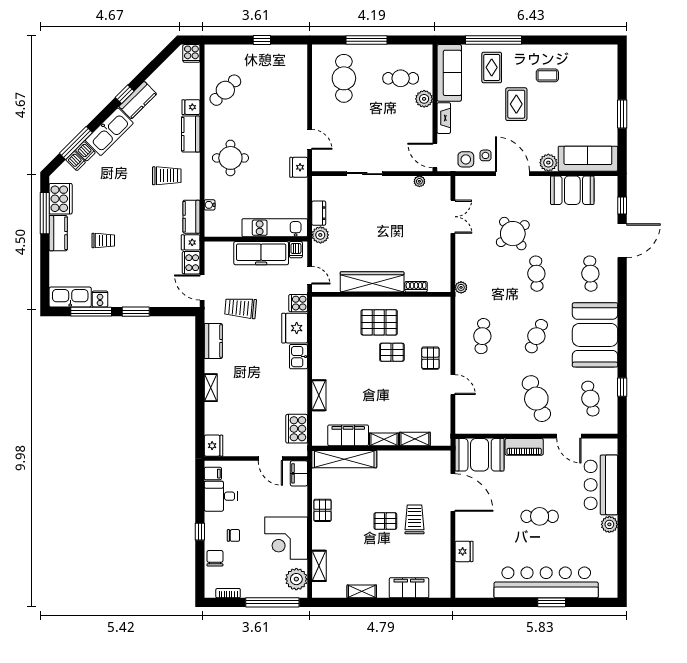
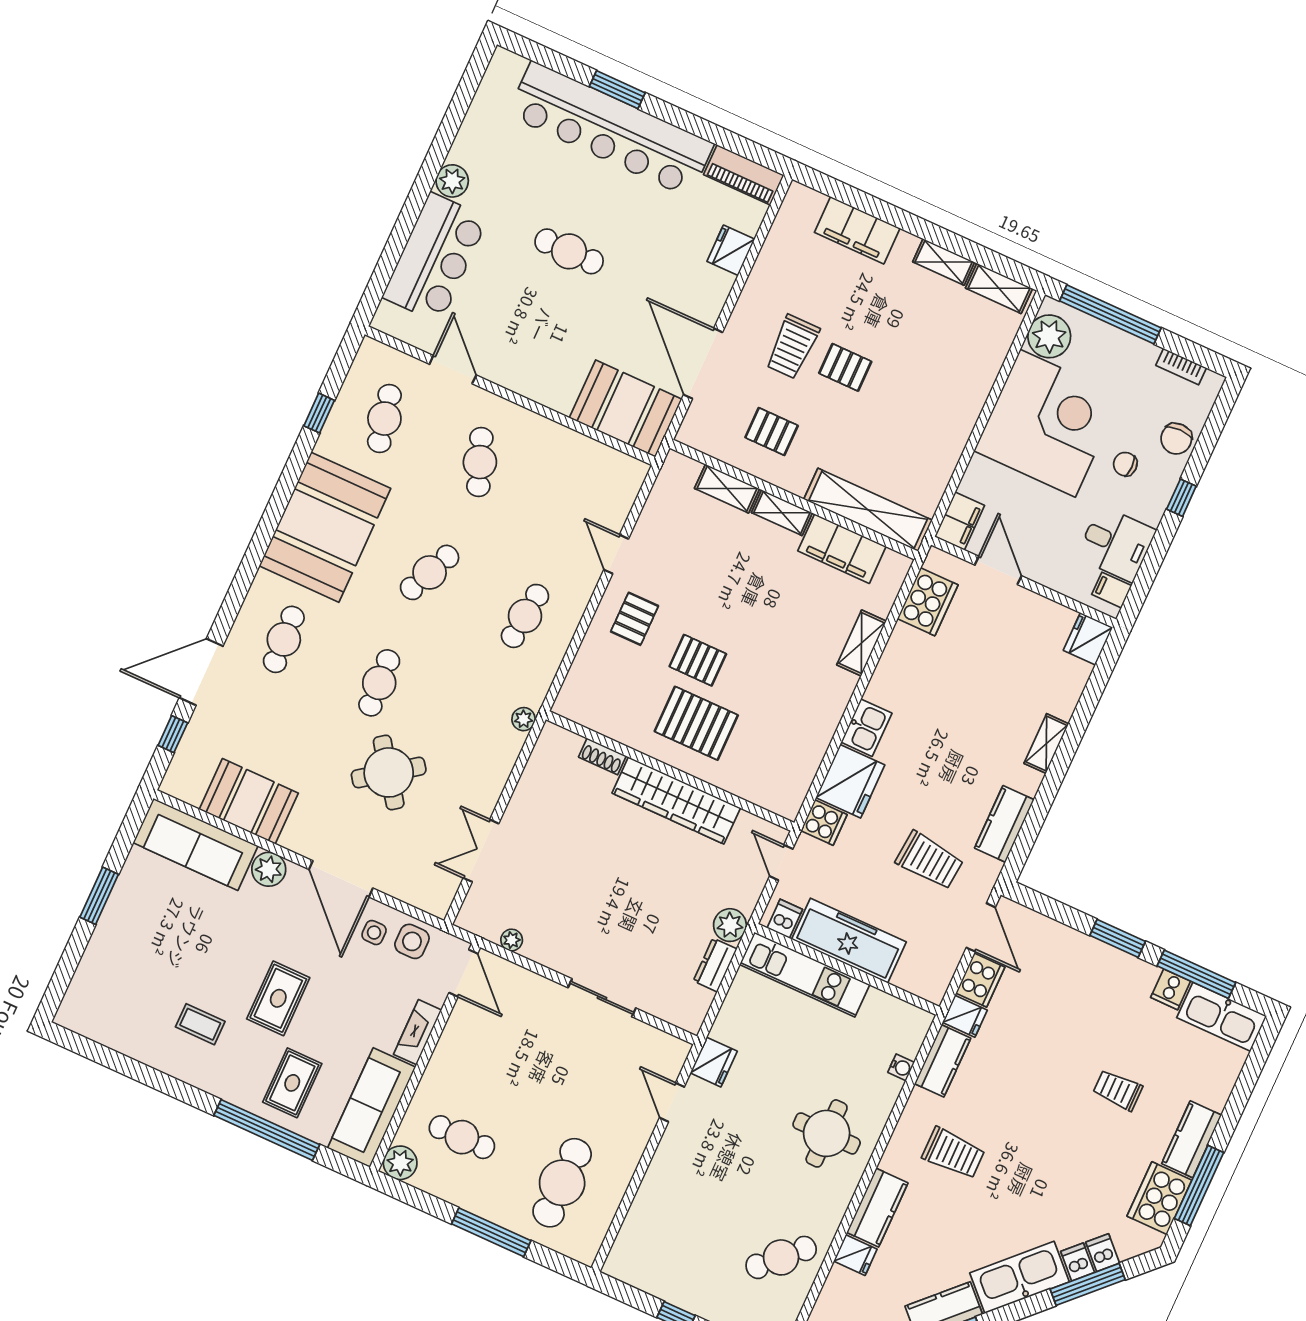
plant: (424, 99) -> (400, 1163), moved
trolley: (167, 176) -> (953, 1153), turned 180
cafe table: (536, 399) -> (480, 462), width x0.73, depth x0.74
piano: (524, 447) -> (744, 175), moved, turned 180
pallet: (322, 510) -> (772, 432), moved, turned 90
corner desk: (286, 538) -> (1048, 423), width x1.36, depth x1.36
shelving: (319, 566) -> (999, 288), moved, turned 90

